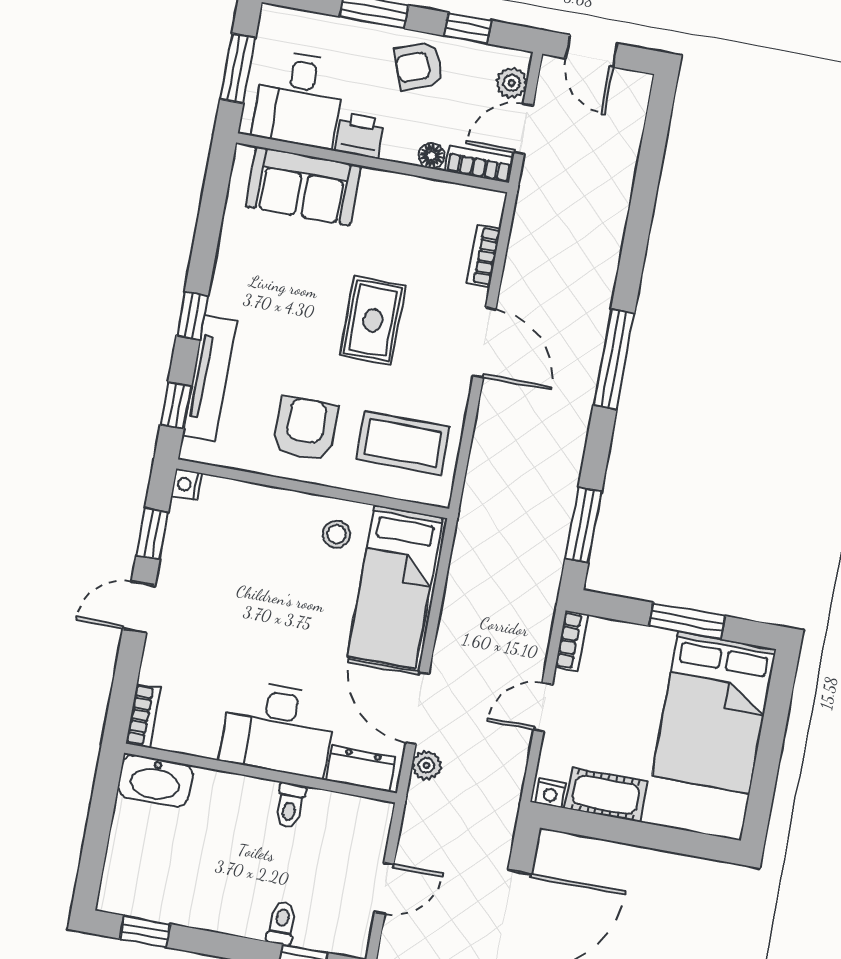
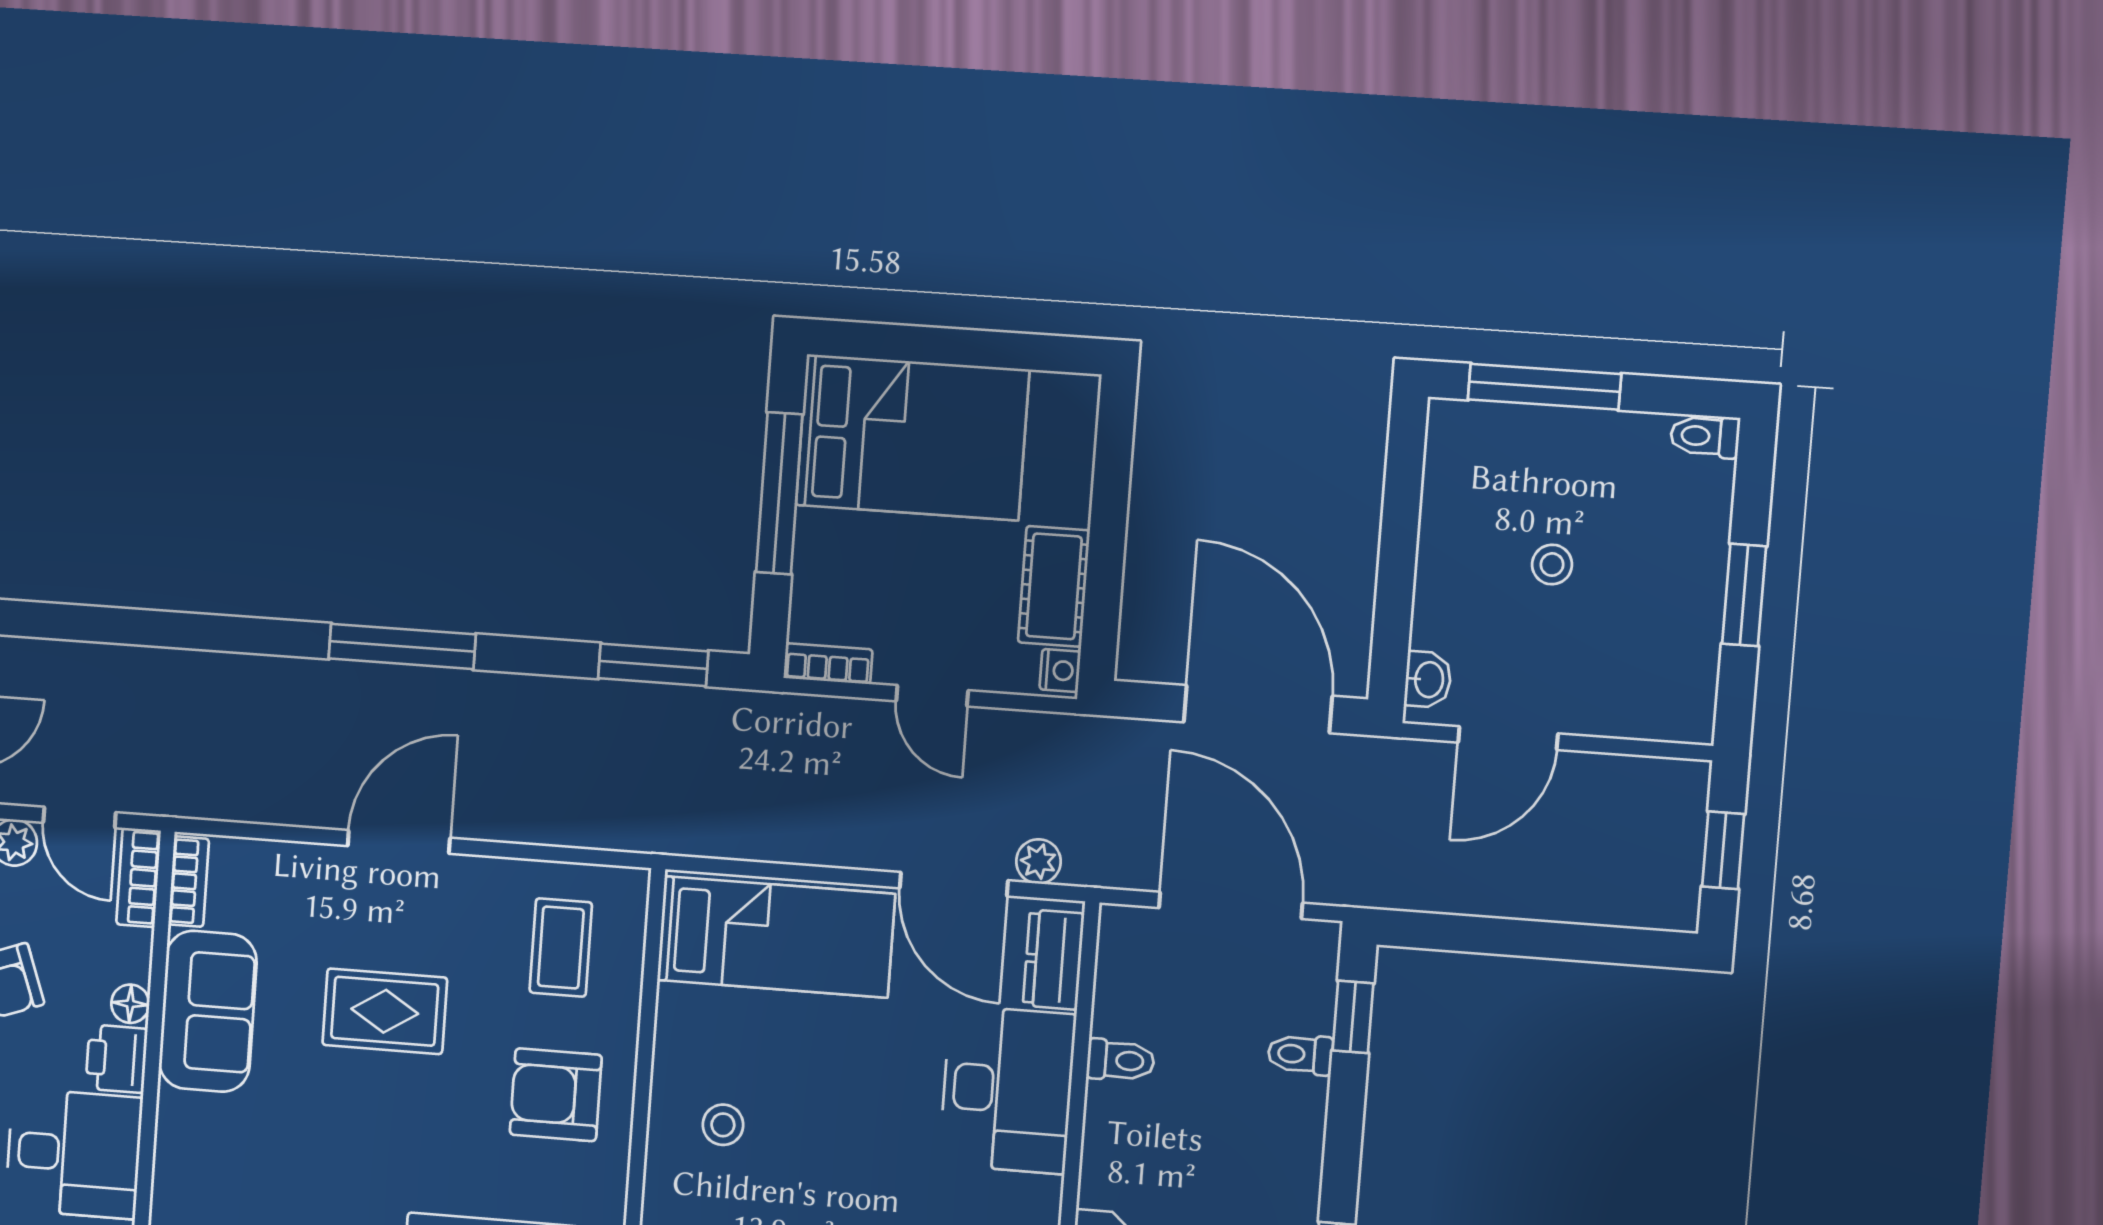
floor lamp: (432, 156) -> (130, 1004), moved
sofa: (303, 186) -> (208, 1011), moved
bookcase: (484, 256) -> (189, 882), moved, turned -90
coffee table: (403, 443) -> (561, 948), width x0.73, depth x0.77
stool: (337, 534) -> (723, 1125), moved
window: (687, 621) -> (779, 493), width x1.44
door: (417, 708) -> (954, 884), hinge flipped
door: (384, 888) -> (1231, 905), width x1.88

